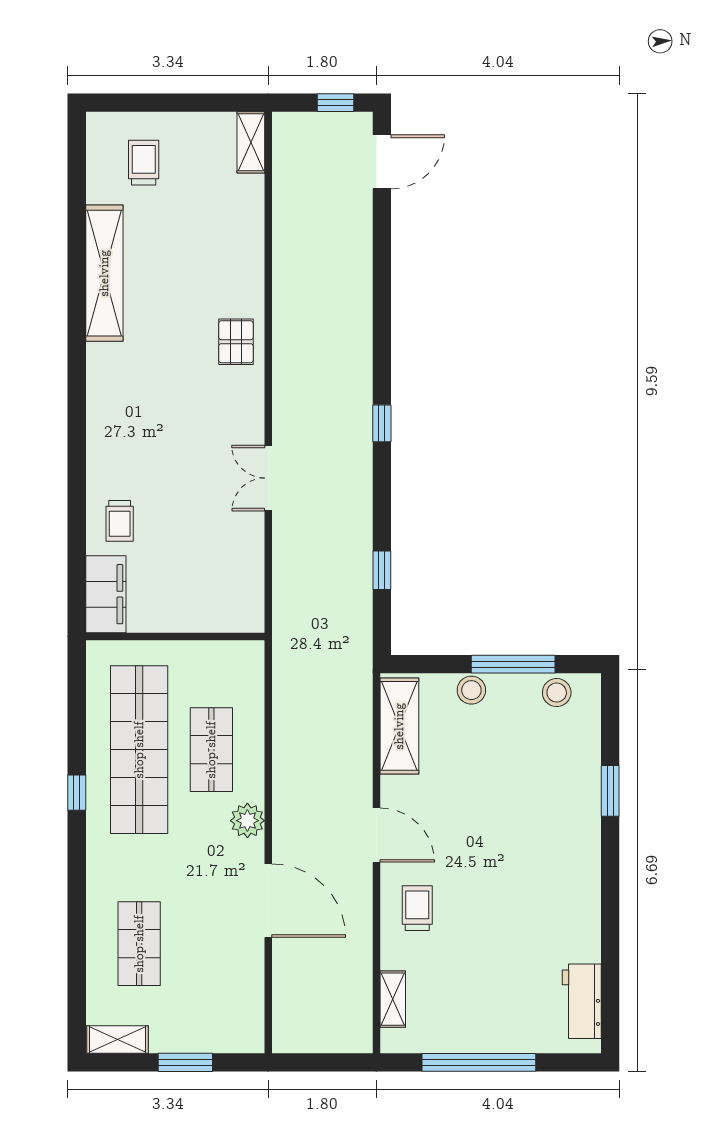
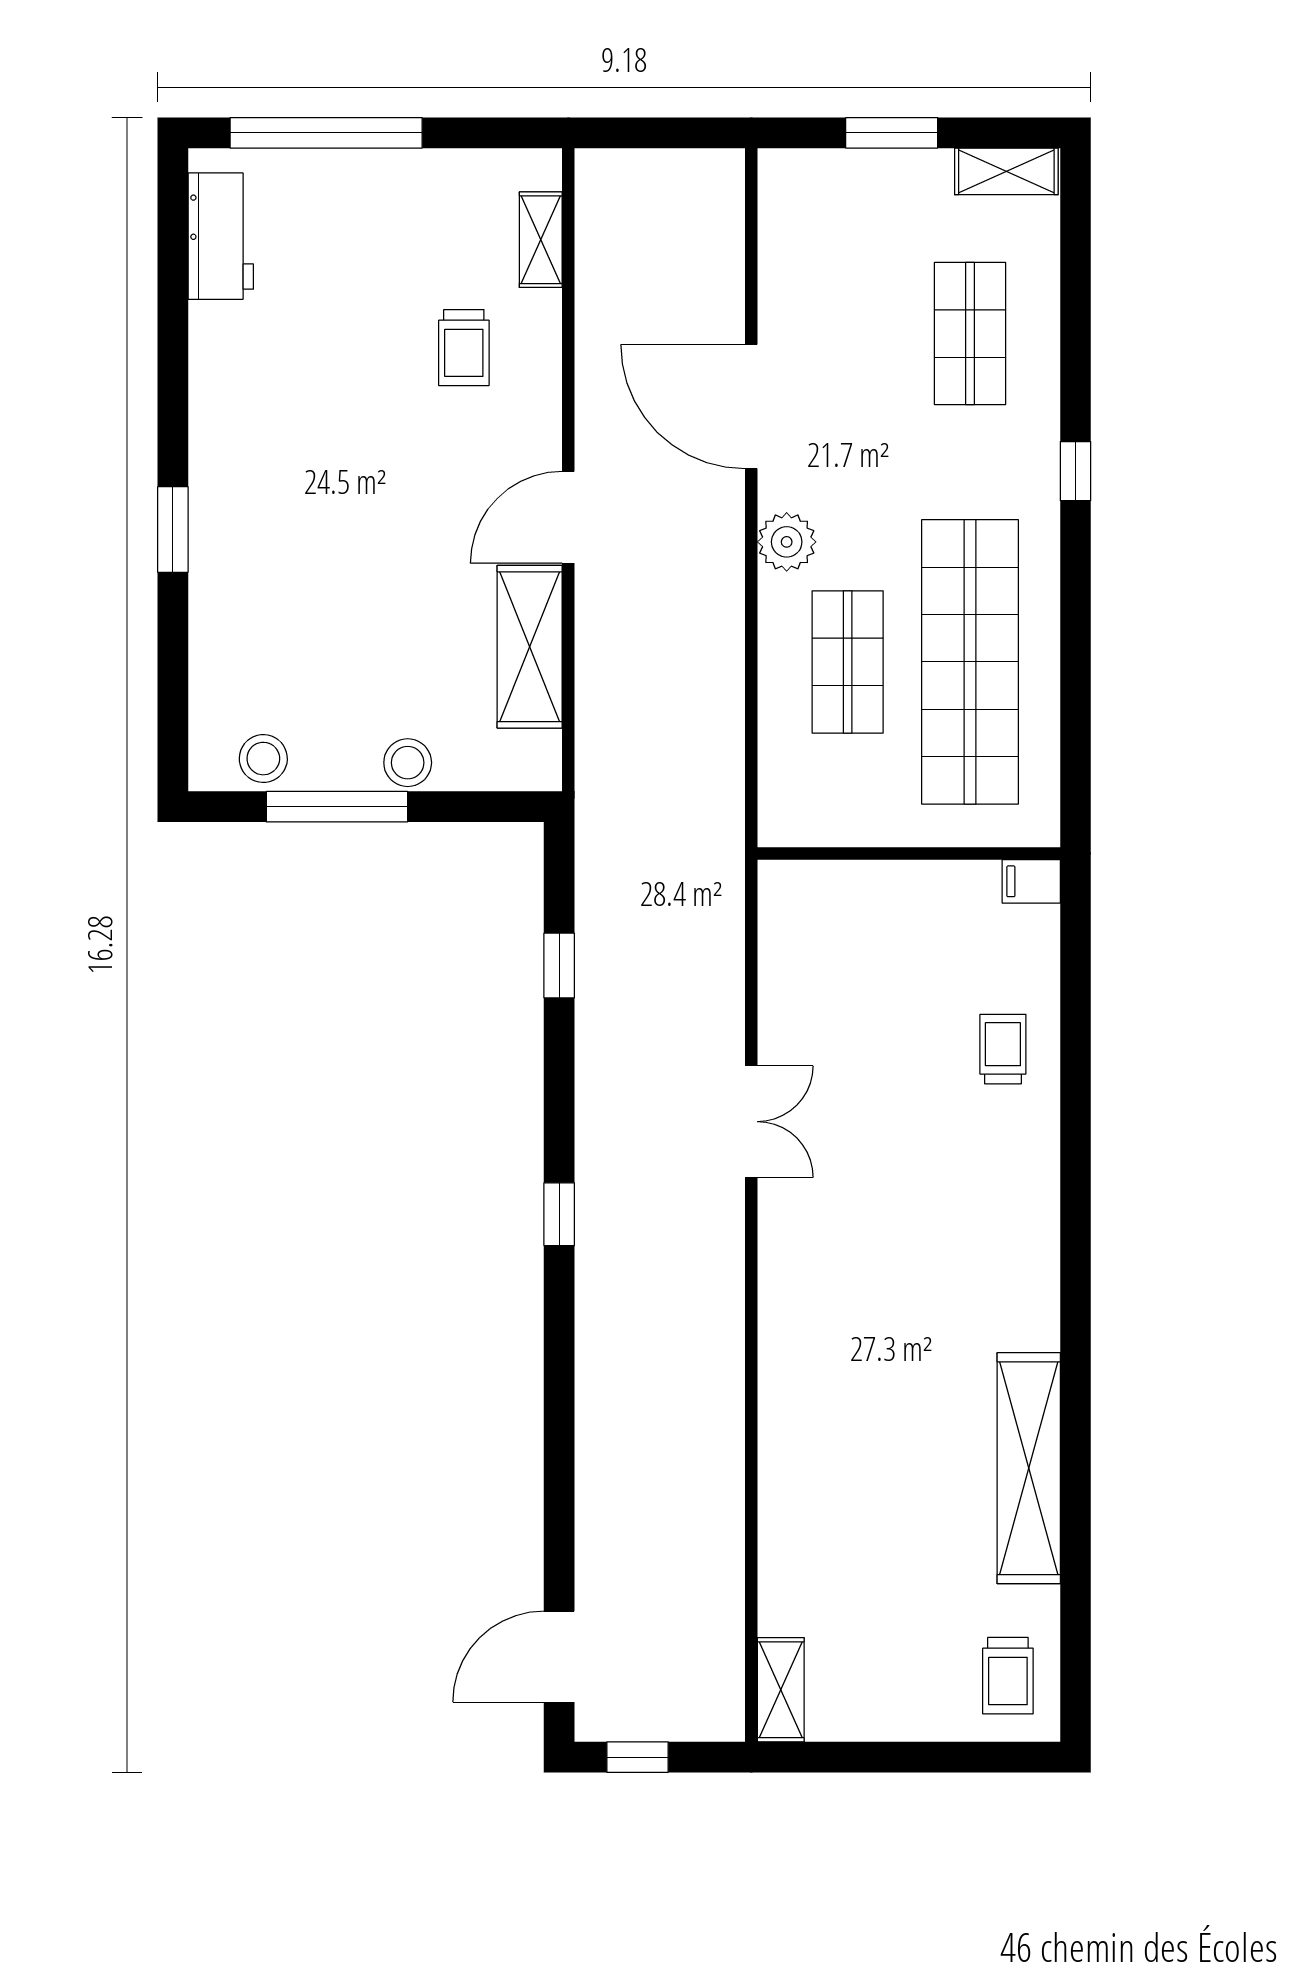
trolley: (144, 163) -> (1008, 1676), moved
pallet: (236, 342) -> (806, 1352), removed
filing cabinet: (106, 594) -> (1031, 881), width x0.33, depth x0.86
shelving: (399, 726) -> (530, 647), moved
window: (610, 791) -> (173, 530), moved
window: (77, 793) -> (1076, 471), moved
door: (376, 835) -> (568, 517), hinge flipped
trolley: (417, 908) -> (464, 348), moved
window: (479, 1062) -> (326, 133), moved

